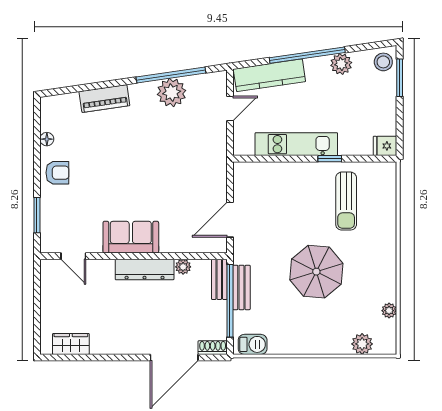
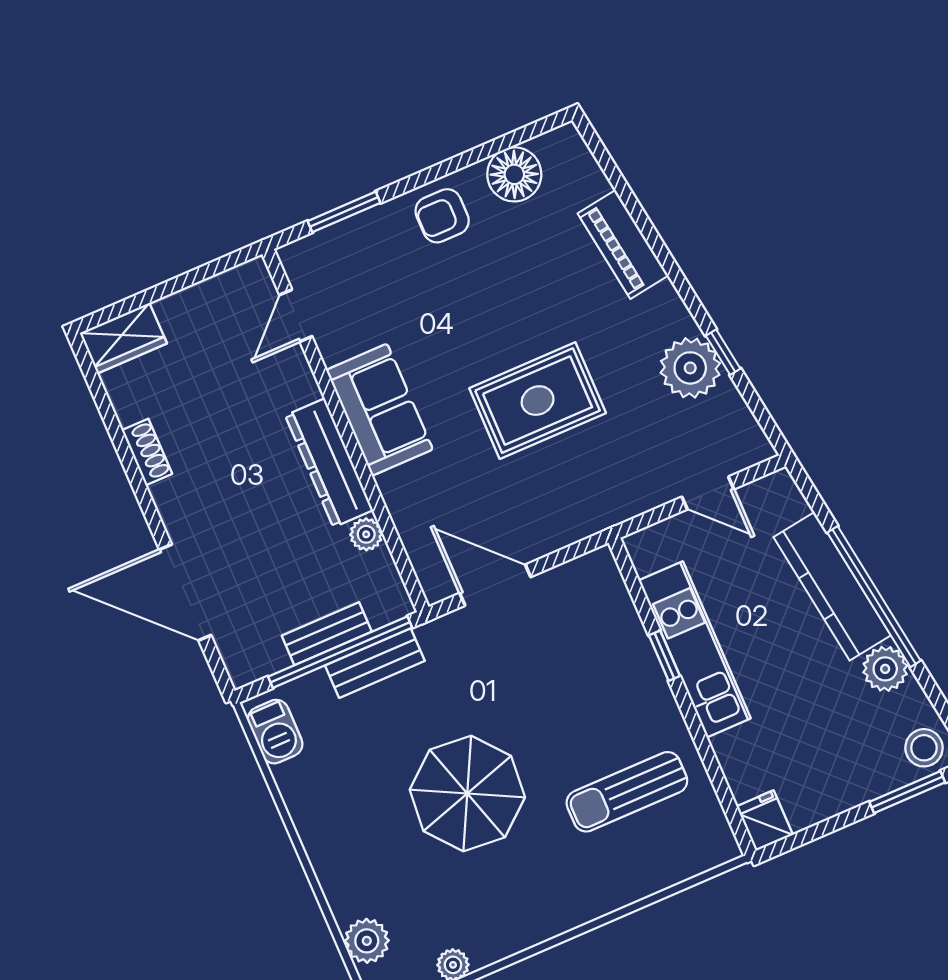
window: (171, 75) -> (723, 352), width x0.32
kitchen counter: (269, 75) -> (832, 586), moved
floor lamp: (47, 139) -> (514, 174), width x1.89, depth x1.89
window: (330, 159) -> (664, 656), moved
rug: (157, 166) -> (538, 401), added
armchair: (57, 173) -> (442, 216), turned 90
bench: (219, 279) -> (327, 634), moved
wardrobe: (71, 344) -> (123, 338), moved, turned 90
shoe rack: (213, 348) -> (147, 452), moved

